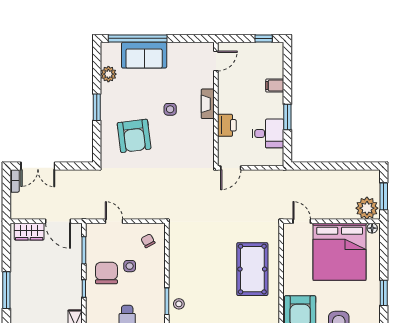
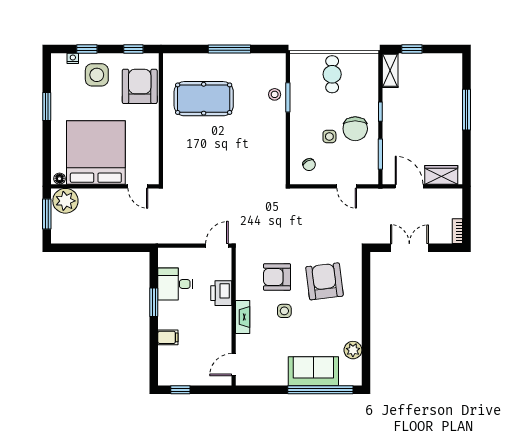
window: (97, 107) -> (366, 313), removed
armchair: (177, 140) -> (277, 277), added
double door: (38, 166) -> (409, 248), moved
pool table: (252, 269) -> (204, 99), moved, turned 90

